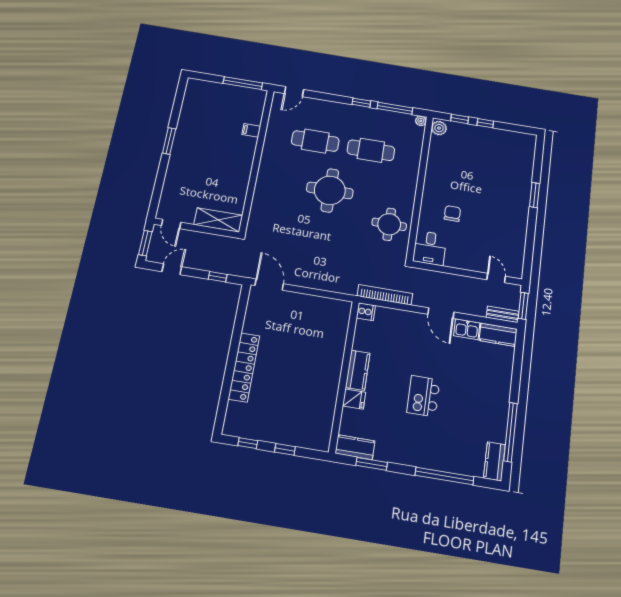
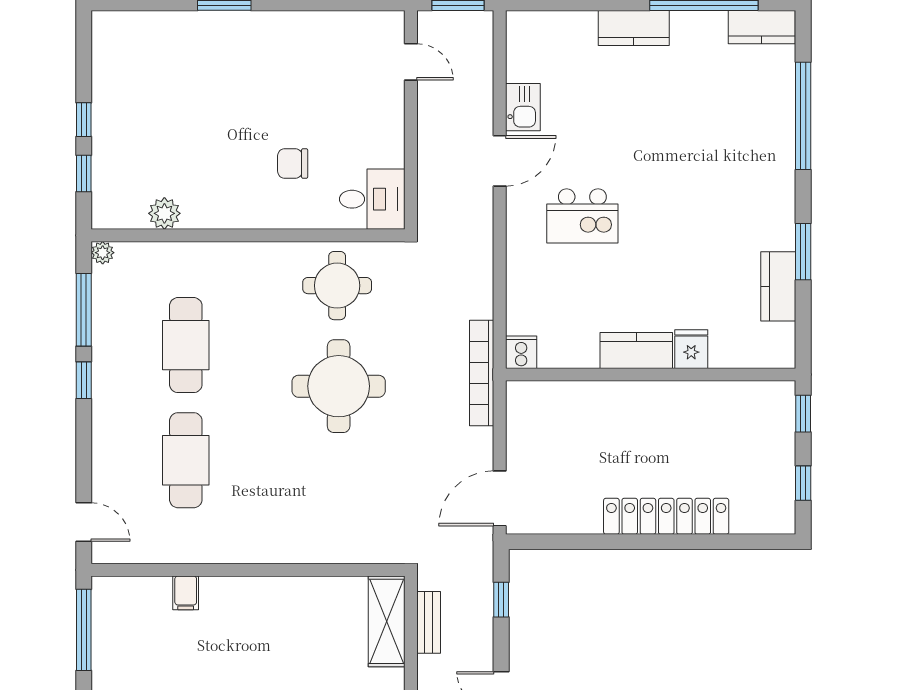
plant: (439, 128) -> (164, 213), moved
round table: (330, 190) -> (339, 386), moved
door: (496, 278) -> (411, 62), swing flipped
bookcase: (385, 295) -> (482, 373), moved
cooker: (366, 312) -> (521, 352), moved
bench: (503, 314) -> (429, 622), moved
kitchen counter: (498, 335) -> (634, 28), moved, turned 90
kitchen counter: (358, 370) -> (636, 351), moved
wall: (344, 376) -> (651, 375), moved
kitchen island: (423, 396) -> (582, 216), moved
fridge: (354, 399) -> (691, 349), moved

